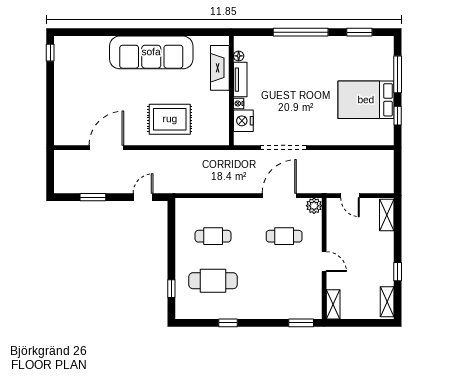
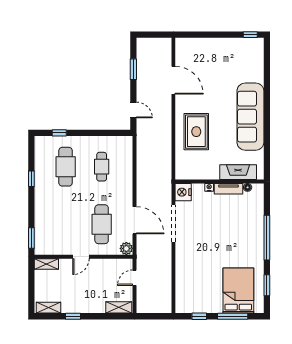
bed: (366, 100) -> (238, 291), moved
nightstand: (243, 121) -> (183, 192), moved, turned -90
cafe table: (284, 236) -> (102, 224), width x1.37, depth x1.35

